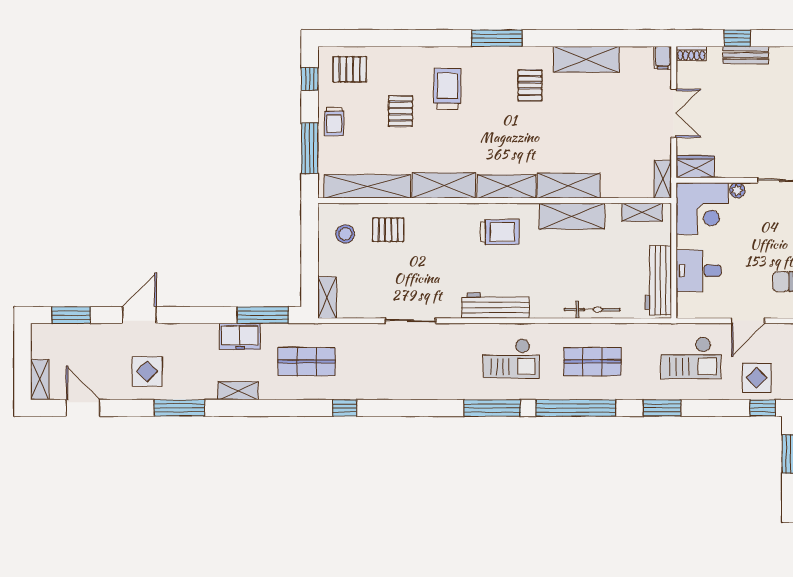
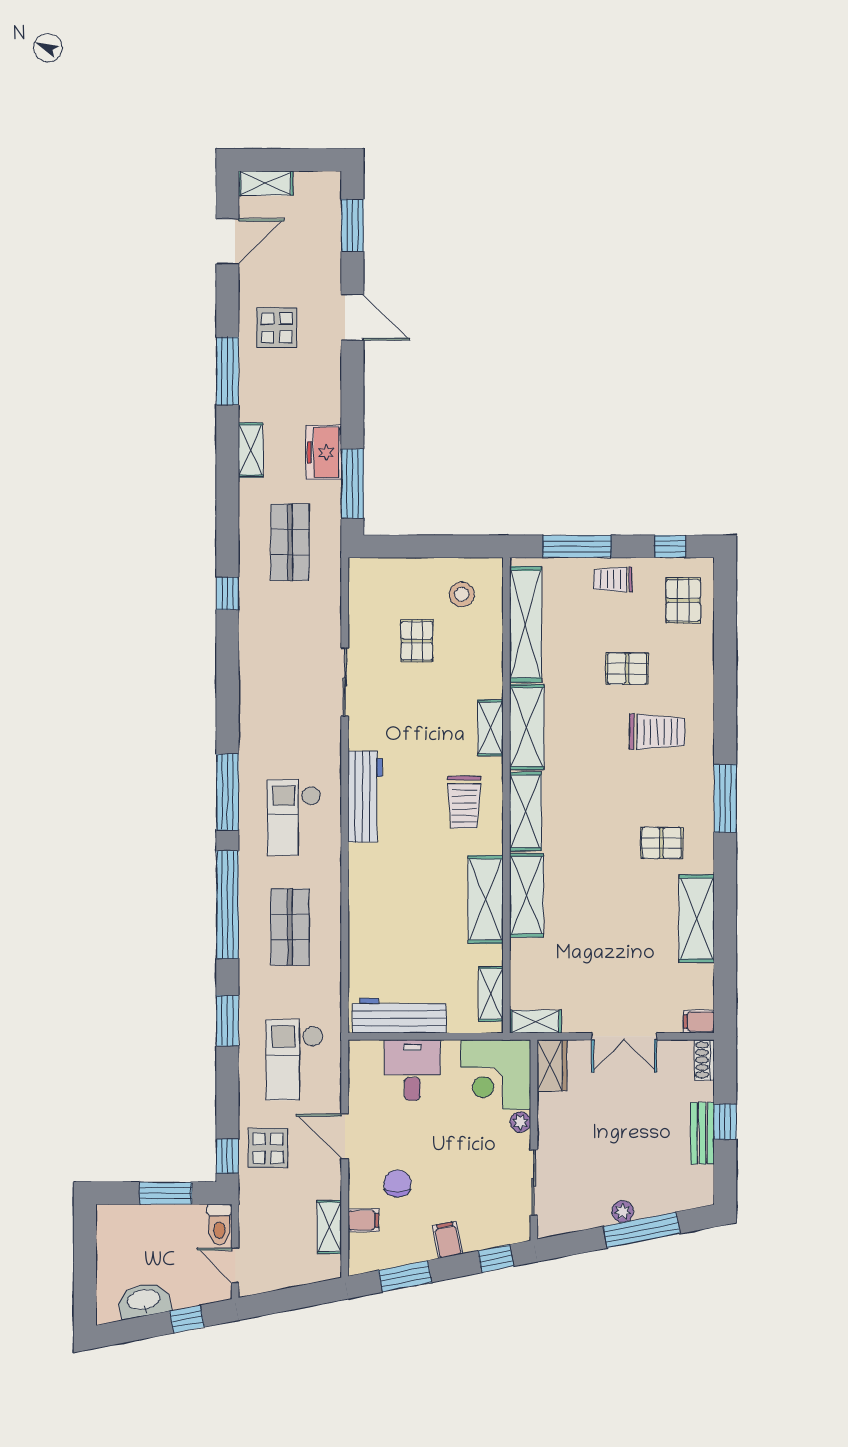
pallet: (388, 230) -> (417, 641), moved
shelving: (327, 298) -> (491, 728), moved, turned 90
bicycle: (592, 310) -> (360, 927), removed

